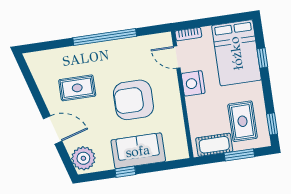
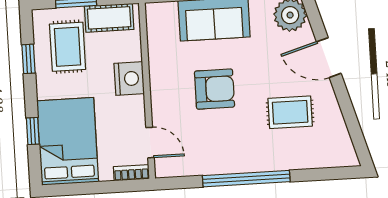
nightstand: (193, 83) -> (129, 79), moved
armchair: (133, 100) -> (214, 89), width x0.73, depth x0.73
window: (272, 124) -> (29, 59), moved

